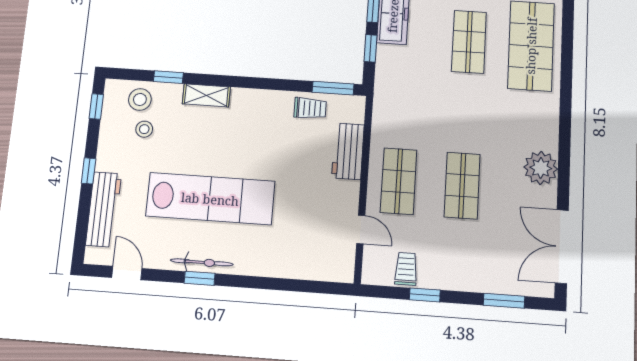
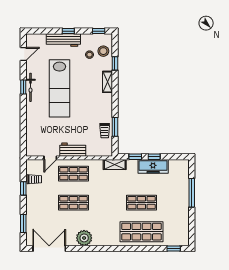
window: (333, 88) -> (115, 127), moved
shelving: (384, 92) -> (115, 165), added
workbench: (348, 151) -> (73, 150), moved
workbench: (104, 209) -> (63, 40), moved

